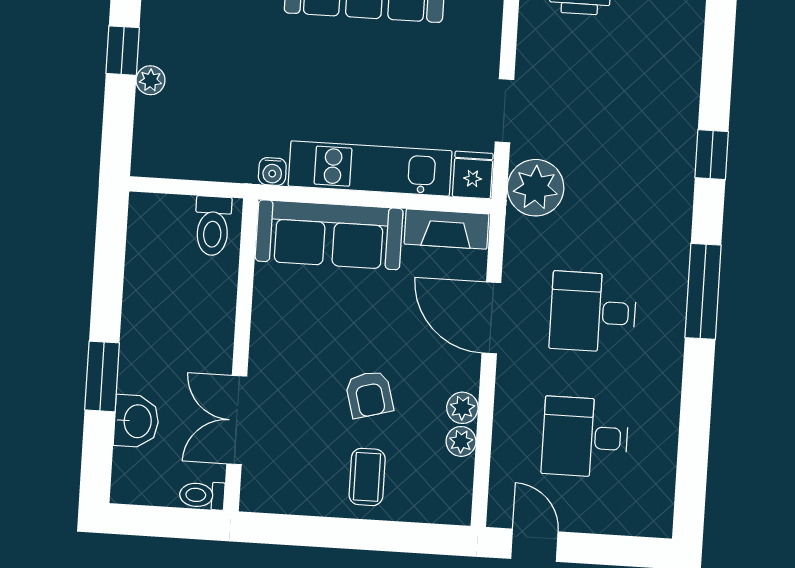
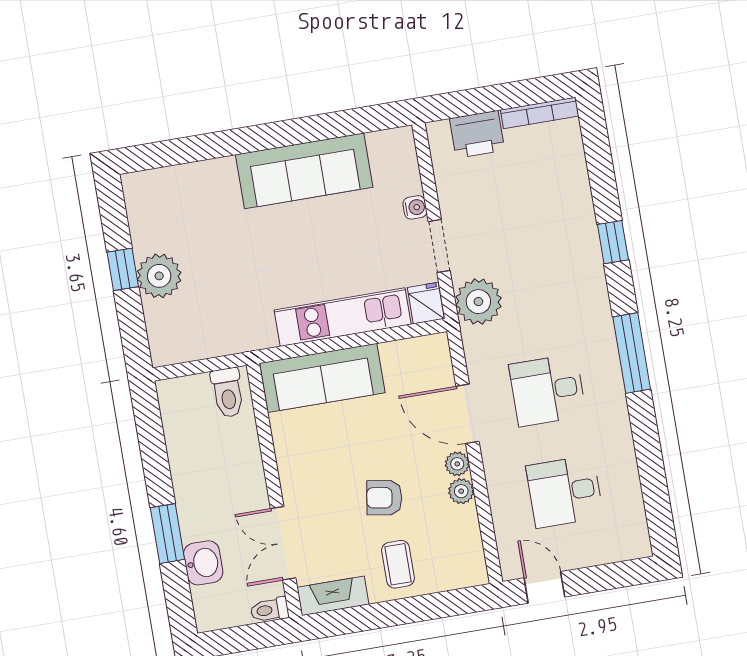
plant: (150, 80) -> (159, 276), width x1.87, depth x1.87
water cooler: (272, 171) -> (415, 207), moved, turned -90
fireplace: (447, 229) -> (333, 596), moved, turned 180
armchair: (369, 394) -> (384, 498), turned 114
plant: (461, 441) -> (457, 464), moved

